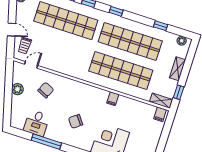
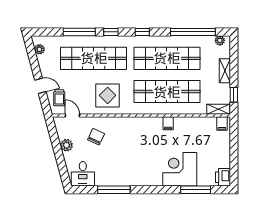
window: (160, 26) -> (193, 32), width x3.17
display table: (68, 57) -> (108, 95), added
door: (31, 65) -> (72, 116), hinge flipped
chair: (76, 121) -> (137, 159), removed
desk: (37, 123) -> (83, 174), moved

